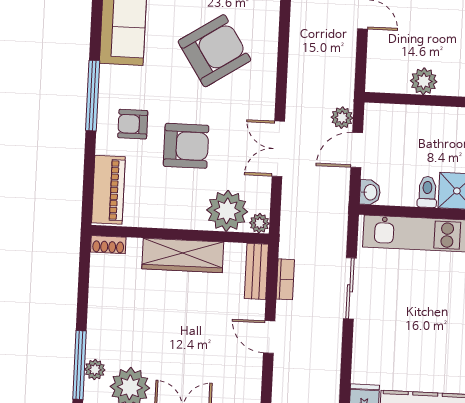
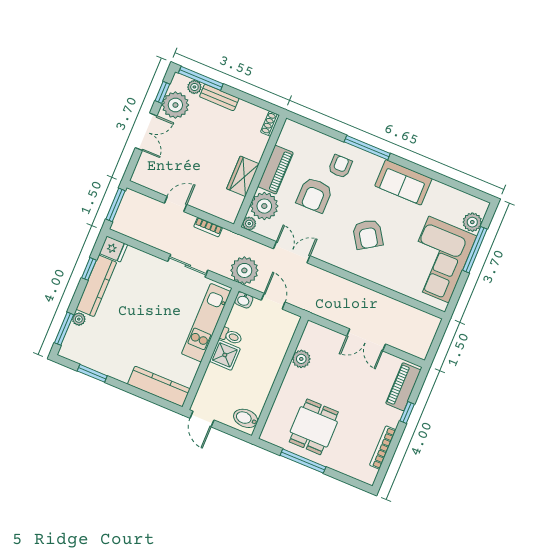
armchair: (214, 51) -> (368, 234), width x0.73, depth x0.73
plant: (342, 118) -> (244, 270), moved, width x1.88, depth x1.88
piano: (108, 190) -> (275, 170), moved, turned -90
wardrobe: (183, 255) -> (243, 176), width x0.67
bench: (256, 271) -> (219, 97), moved

